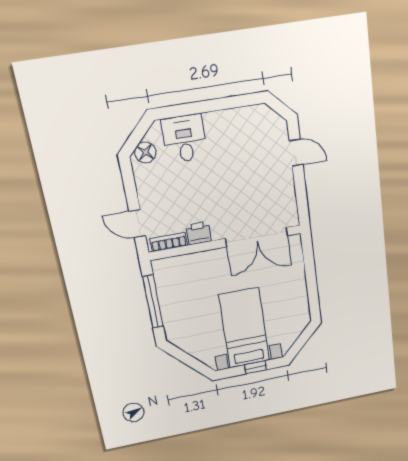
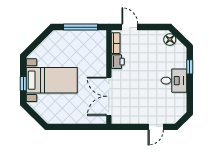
window: (186, 109) -> (190, 67), added
desk: (184, 139) -> (174, 81), moved
door: (137, 224) -> (130, 27), hinge flipped

